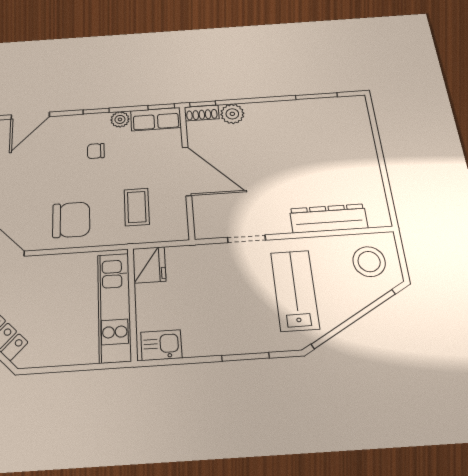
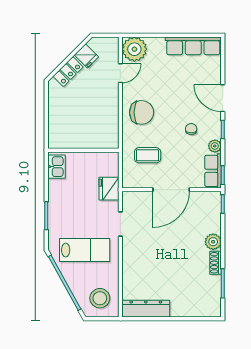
shoe rack: (202, 113) -> (216, 263), moved
plant: (232, 114) -> (213, 242), moved
door: (30, 116) -> (223, 98), moved
dresser: (329, 218) -> (146, 309), moved, turned -90
chair: (71, 220) -> (142, 112), turned -90
fridge: (149, 265) -> (109, 189), moved, turned 90
kitchen unit: (114, 307) -> (82, 139), removed

